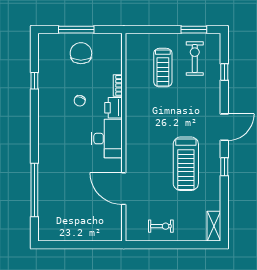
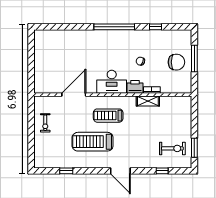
treadmill: (163, 68) -> (108, 116), moved
window: (224, 167) -> (66, 171), moved
window: (34, 190) -> (114, 27), moved
shelving: (214, 226) -> (148, 101), moved

